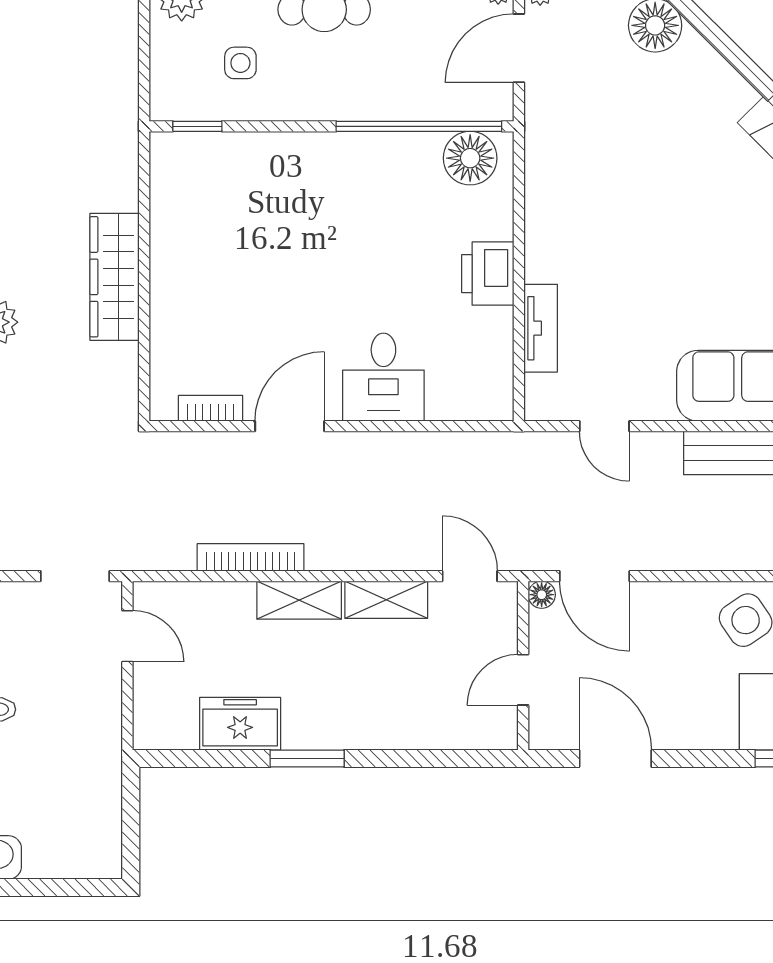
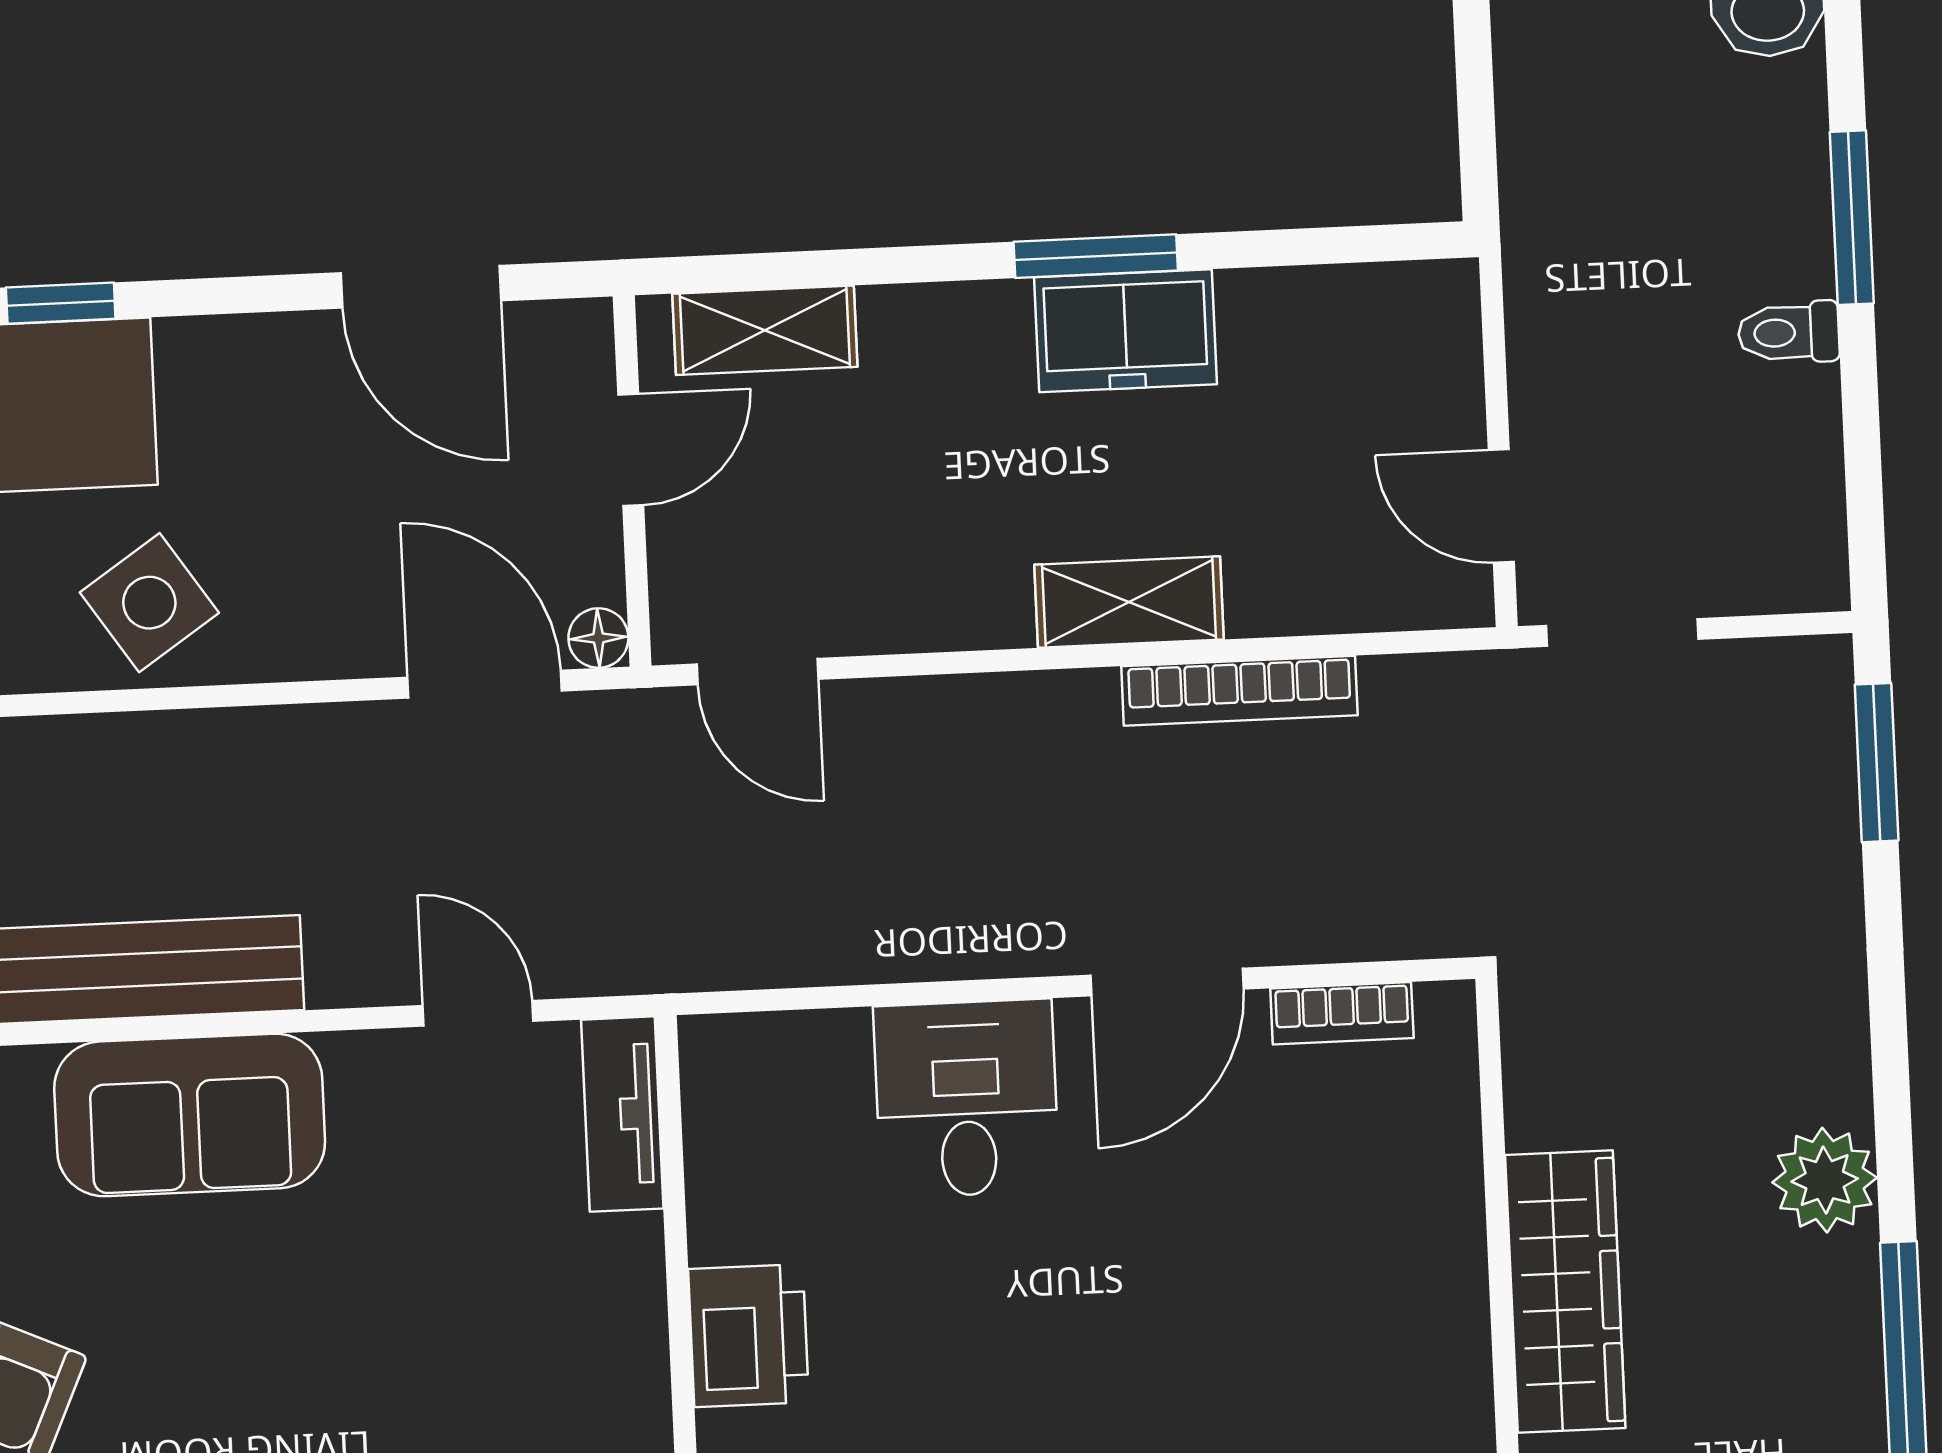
tv unit: (541, 328) -> (622, 1114), moved
shelving: (386, 600) -> (765, 330), moved
freezer: (240, 724) -> (1125, 331), moved

